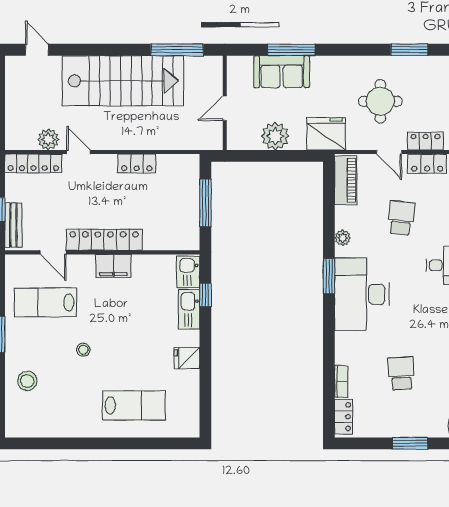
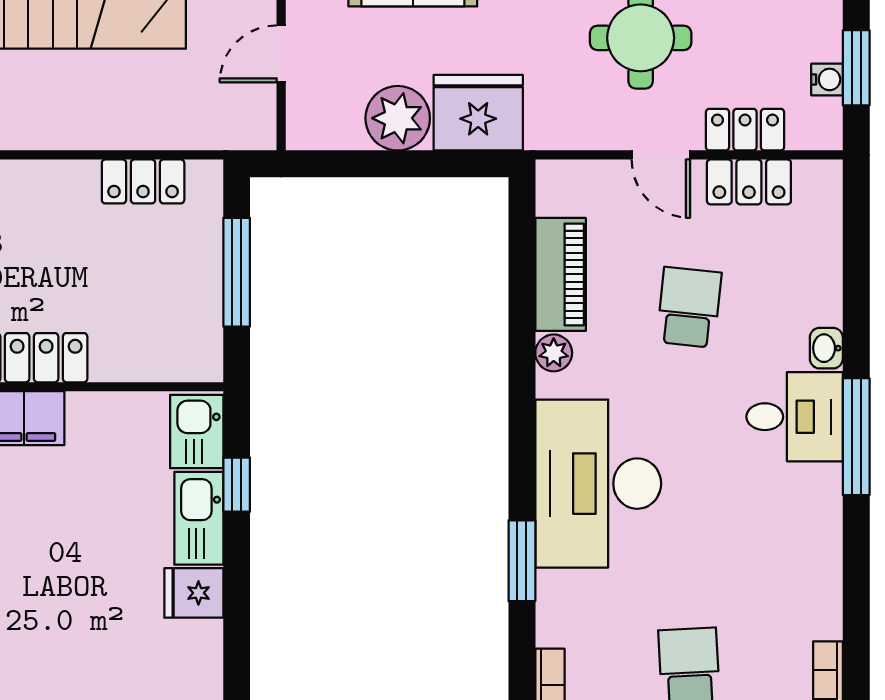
fridge: (326, 134) -> (478, 113), moved
locker: (137, 163) -> (143, 181), moved
piano: (346, 180) -> (561, 274), moved
window: (329, 276) -> (522, 561), moved
fridge: (187, 358) -> (194, 593), moved

